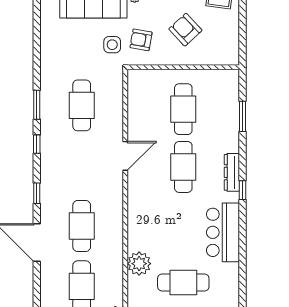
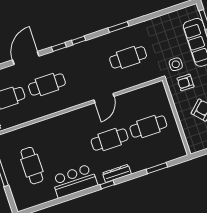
armchair: (141, 40) -> (185, 83), turned -100
window: (37, 144) -> (79, 40), moved
door: (125, 156) -> (104, 98), hinge flipped
plant: (139, 264) -> (35, 132), removed

